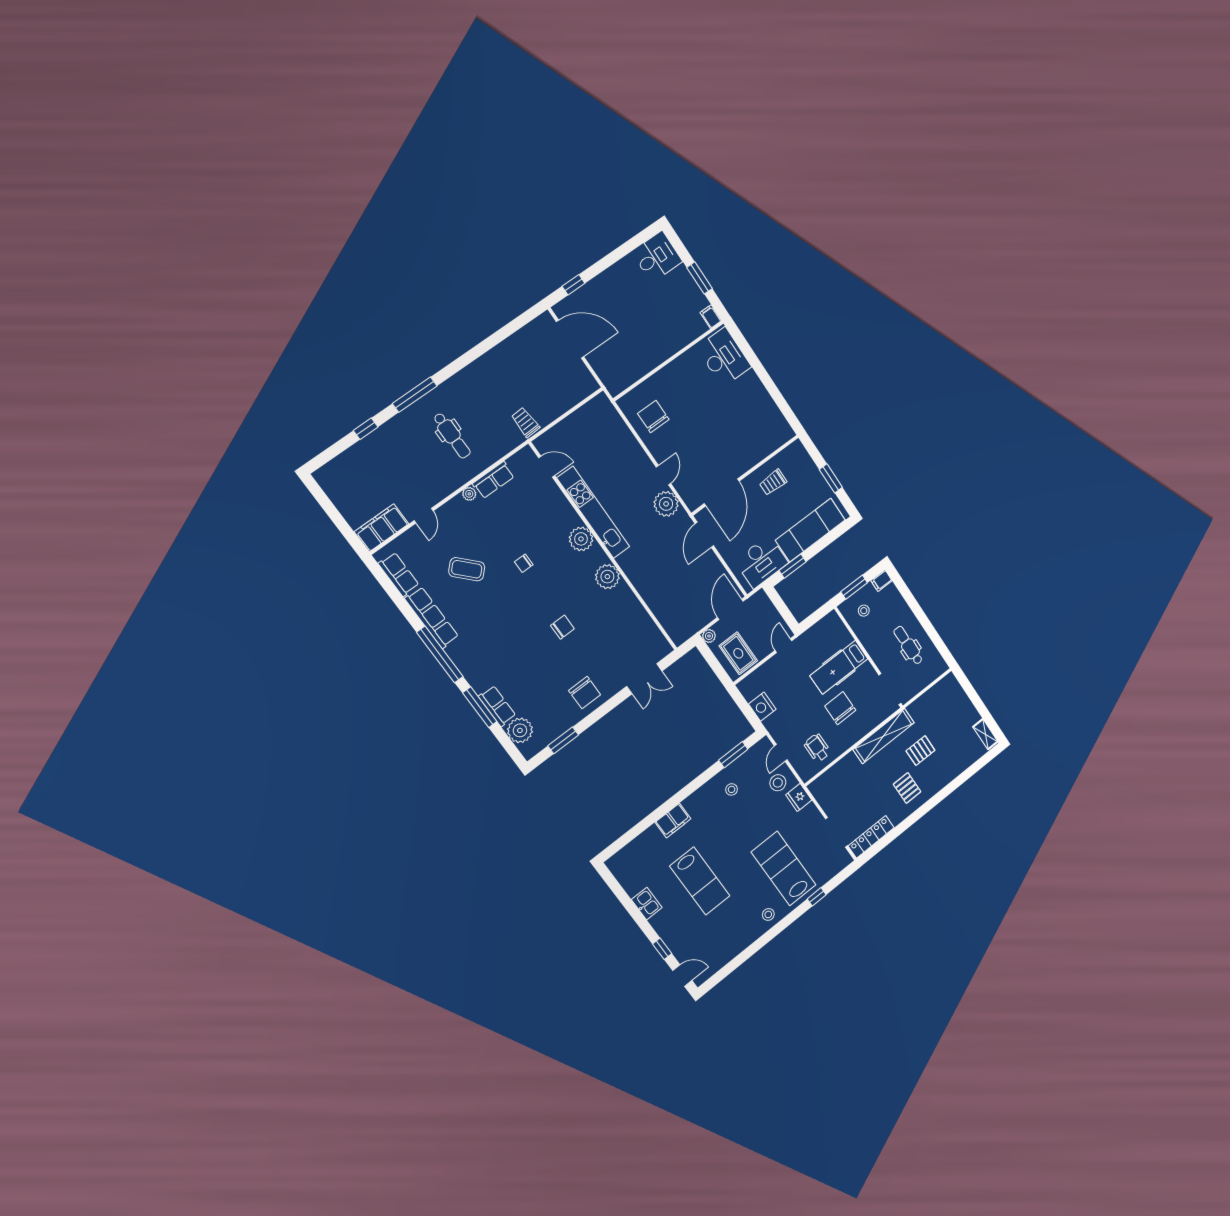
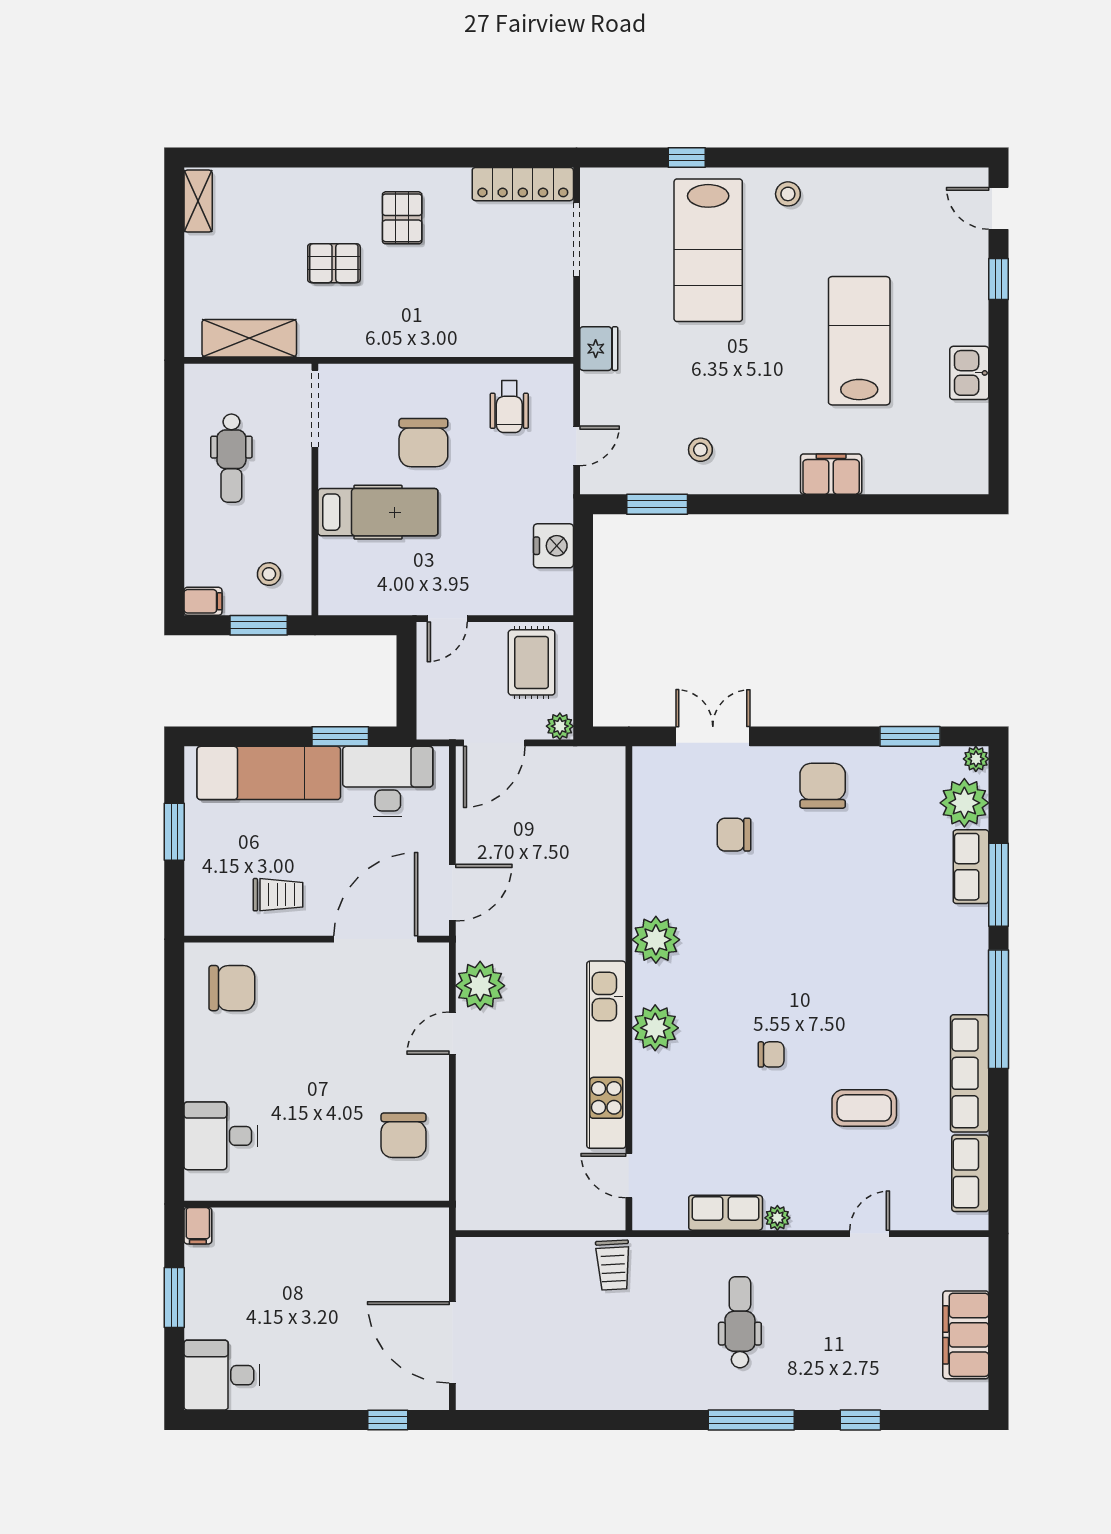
desk: (724, 357) -> (221, 1136), width x0.73
chair: (765, 429) -> (232, 988), added
filing cabinet: (381, 528) -> (966, 1335), moved, turned 90
coffee table: (467, 569) -> (864, 1108), turned -46
chair: (562, 627) -> (734, 835), moved
shelving: (884, 736) -> (249, 338), moved, width x0.68
plant: (529, 752) -> (976, 759), added
stool: (778, 783) -> (616, 401), removed

